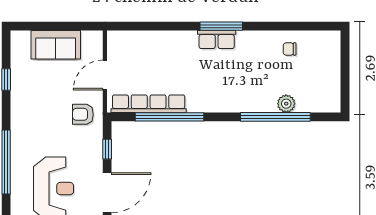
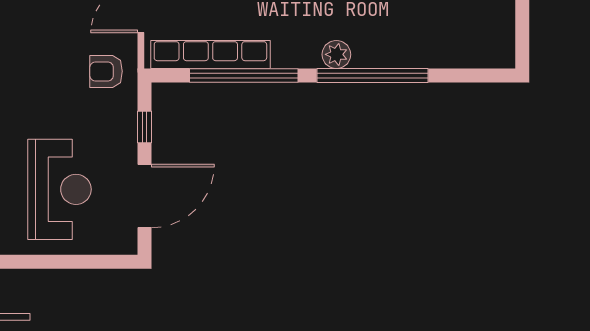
plant: (286, 104) -> (336, 54), moved
window: (275, 117) -> (372, 76), moved

